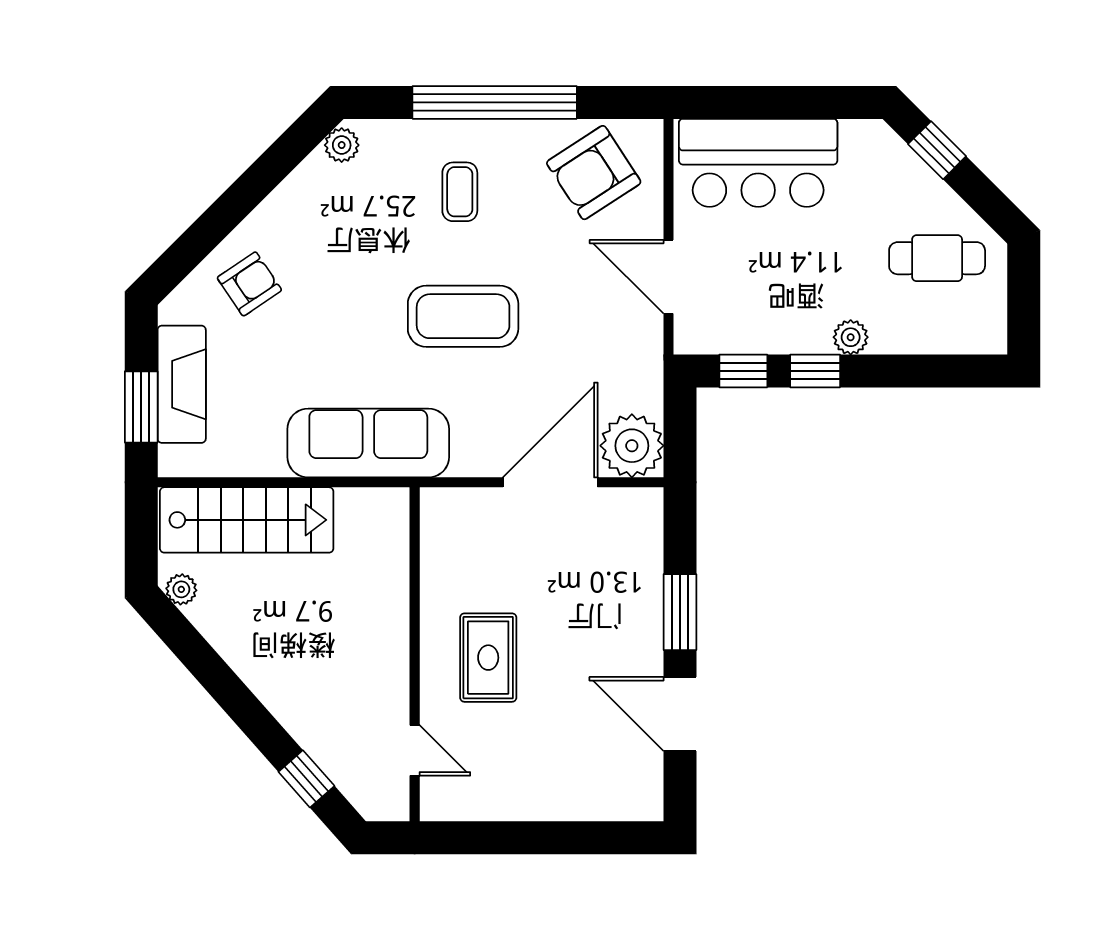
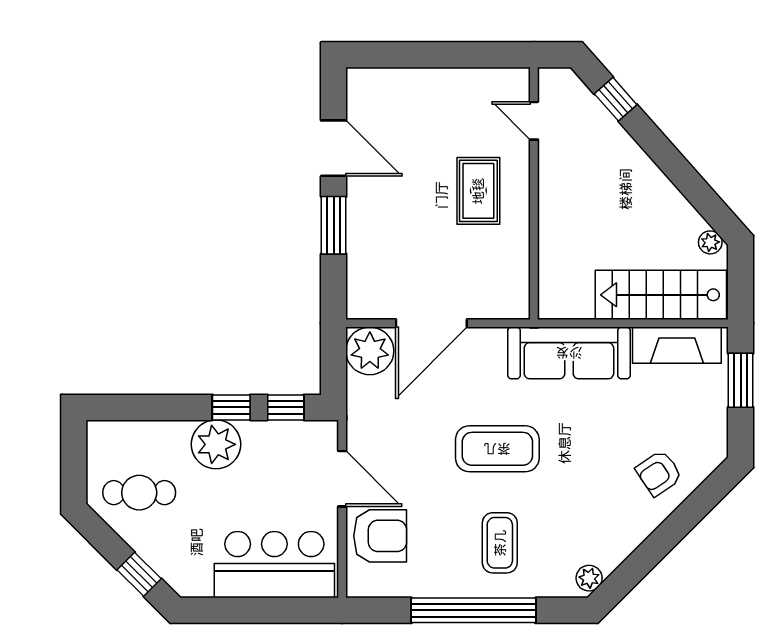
armchair: (594, 173) -> (380, 536), moved, turned 33
coffee table: (460, 192) -> (500, 543), width x1.36, depth x1.30
plant: (851, 337) -> (216, 444), width x1.87, depth x1.87
fireplace: (182, 384) -> (677, 345), moved, turned -90

